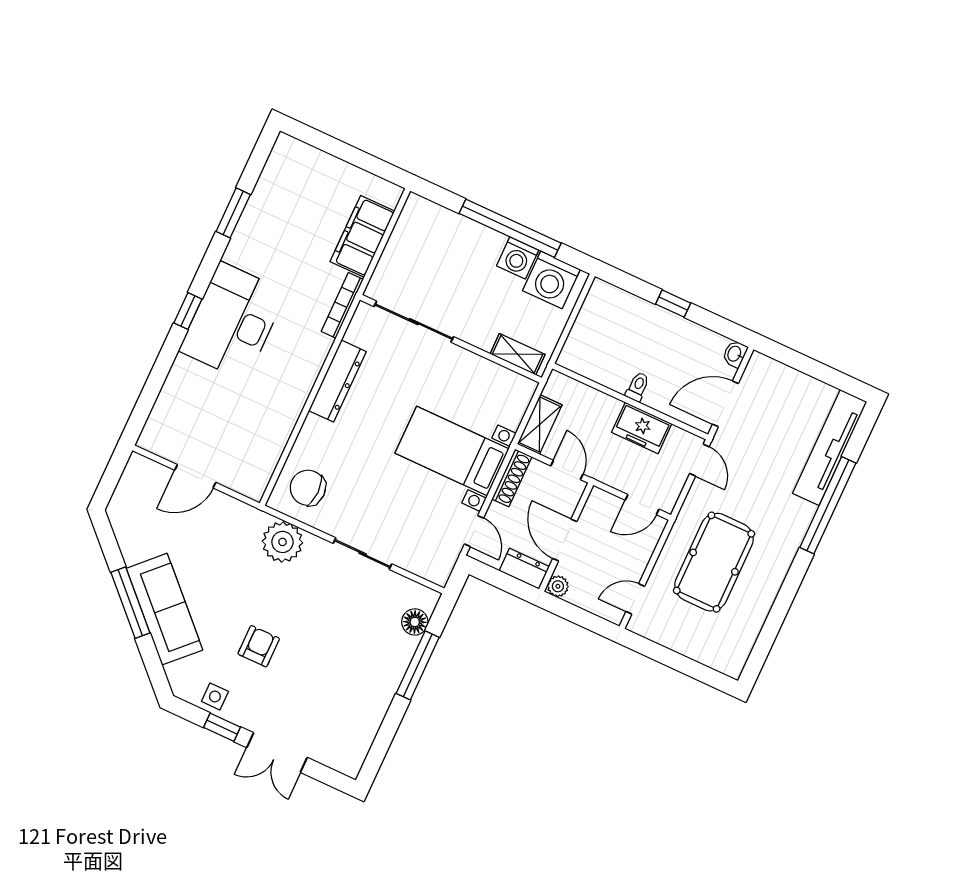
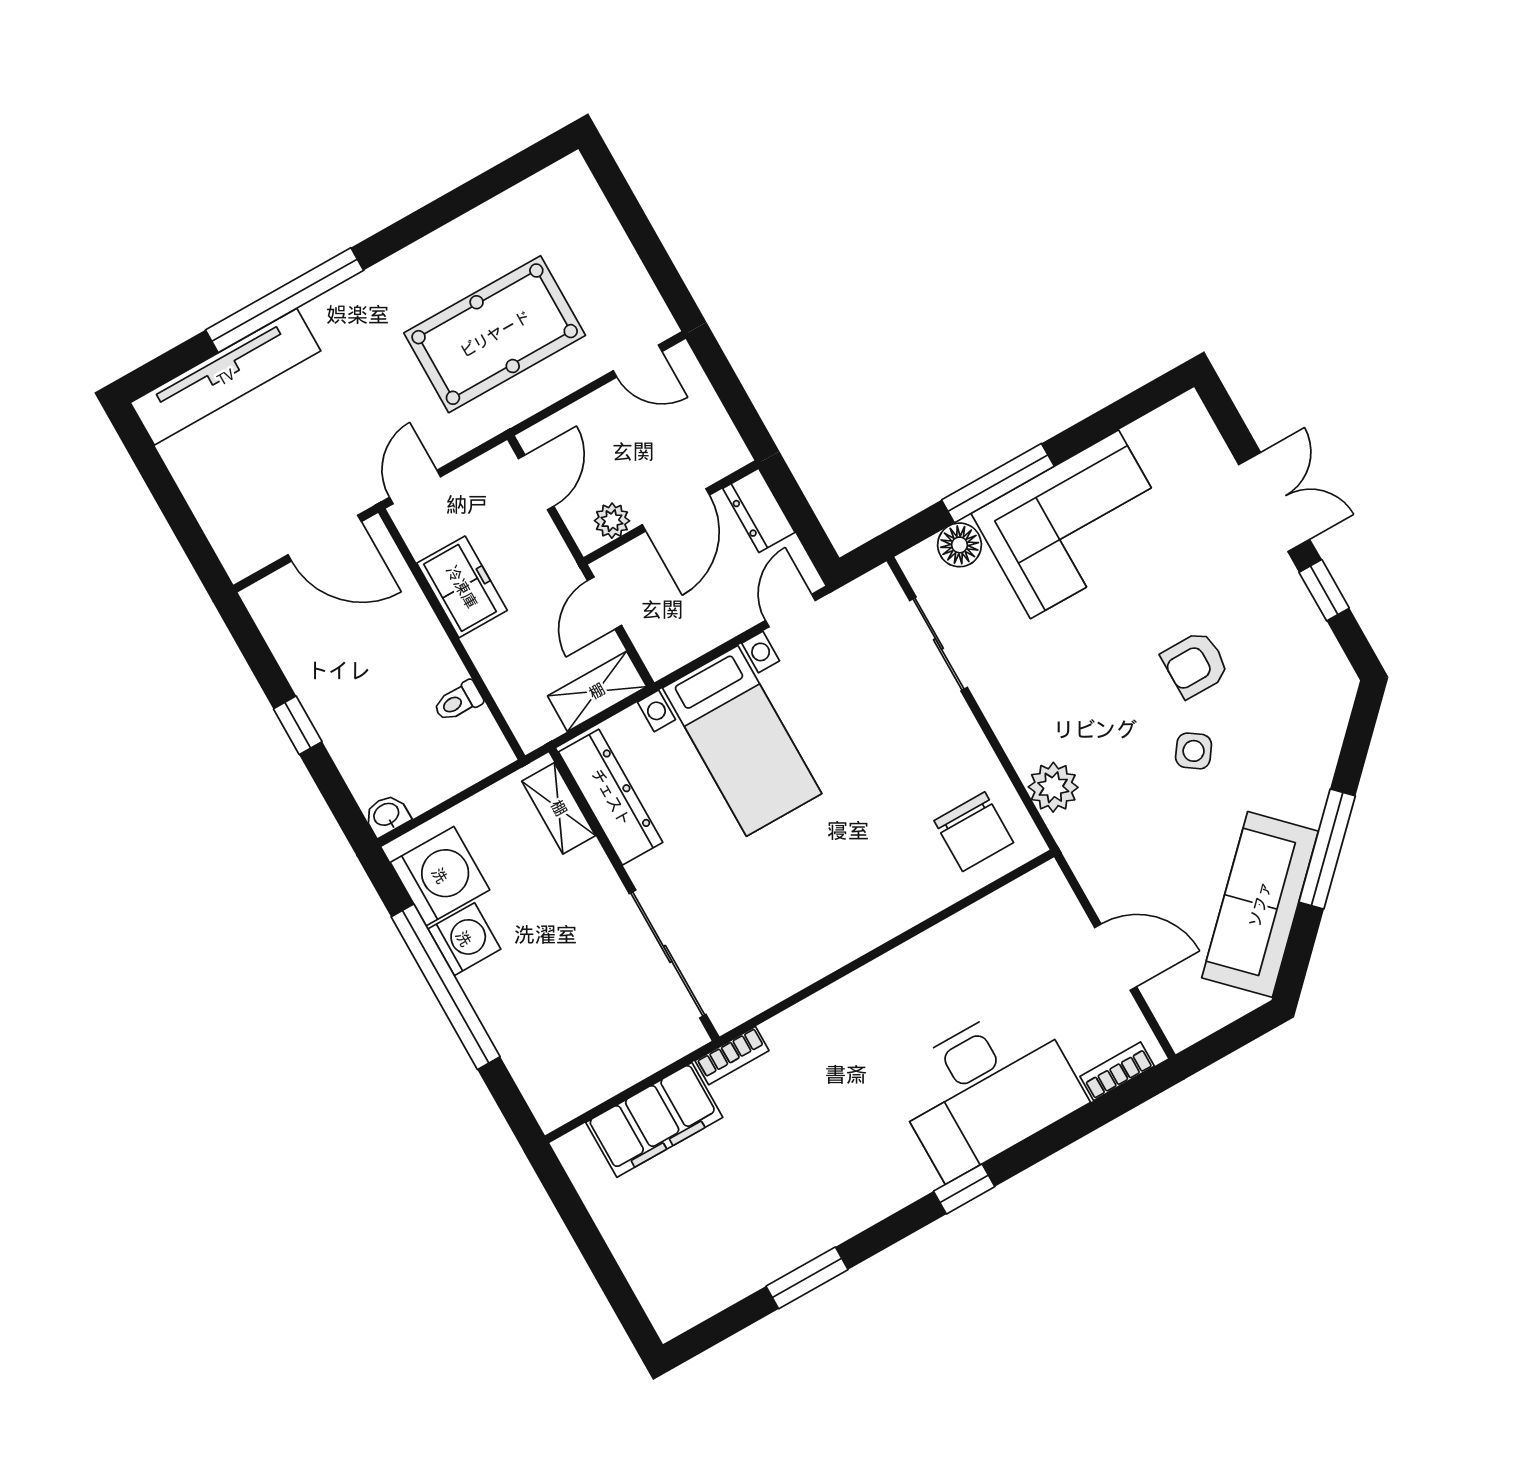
bookcase: (342, 305) -> (732, 1056), width x0.64
desk: (233, 321) -> (987, 1089), moved
washbasin: (735, 354) -> (387, 815), moved, turned 180
dresser: (337, 381) -> (611, 797), moved, turned 90
toilet: (638, 387) -> (458, 701), moved
bookcase: (155, 421) -> (1117, 1071), added
shoe rack: (512, 478) -> (687, 646), removed
door: (642, 505) -> (536, 482), hinge flipped
plant: (282, 542) -> (1053, 787), width x0.73, depth x0.73
sliding door: (362, 554) -> (938, 644), moved
plant: (558, 586) -> (612, 521), moved
sofa: (164, 609) -> (1260, 904), moved
corner sofa: (366, 672) -> (1074, 524), added
side table: (215, 696) -> (1194, 751), moved, turned 35

